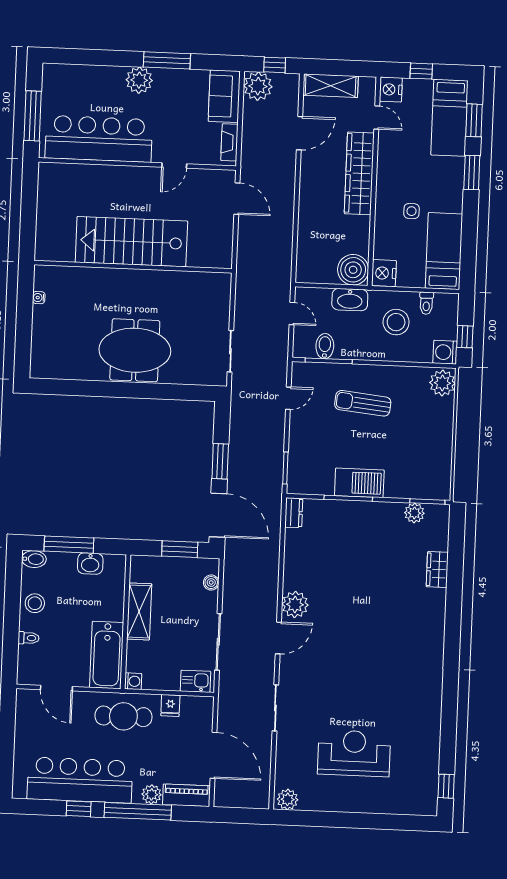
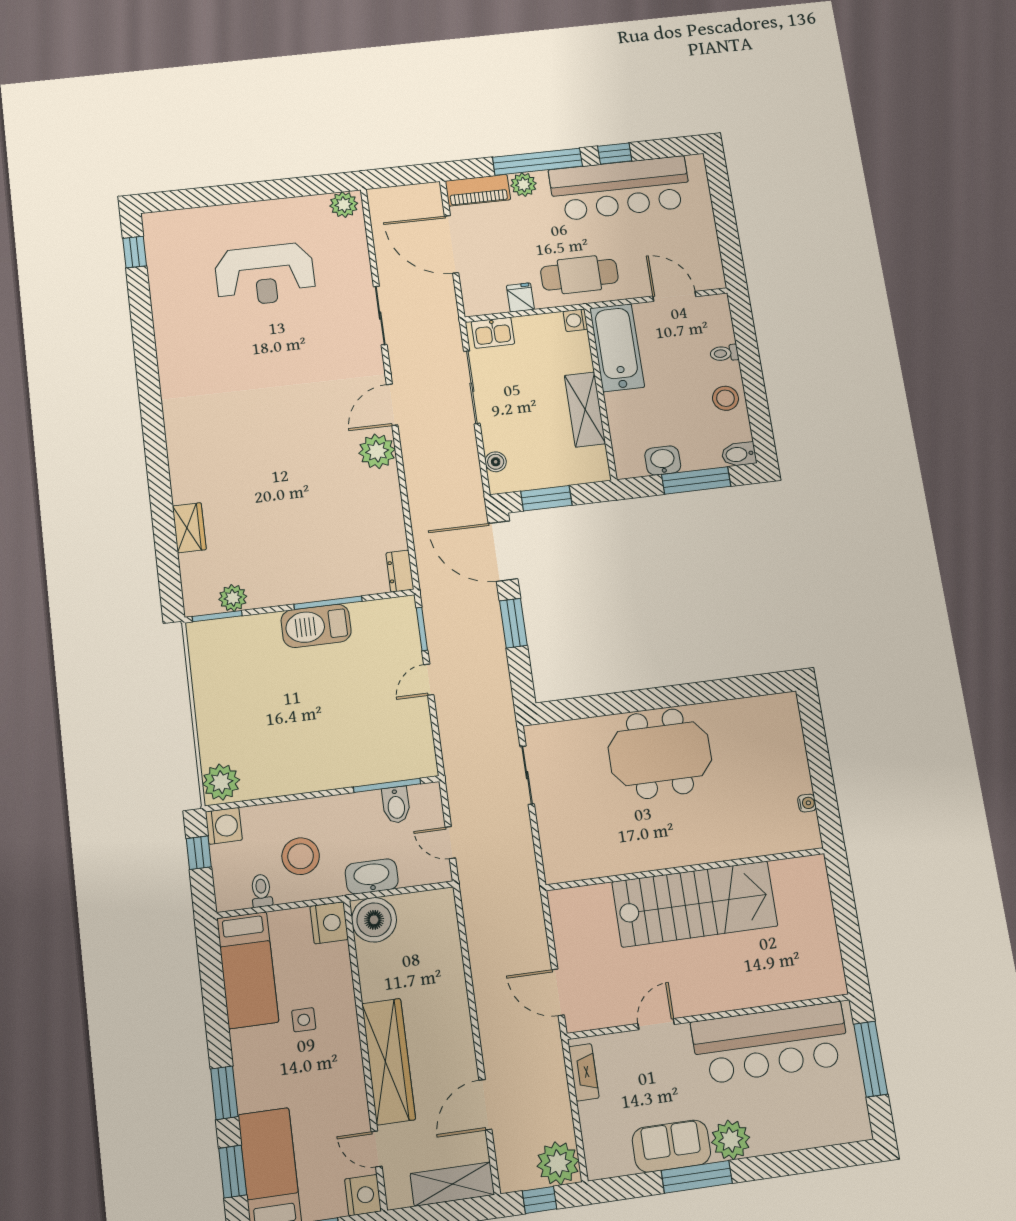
sofa: (224, 96) -> (671, 1146), moved, turned -90
door: (288, 398) -> (429, 680), moved
sun lounger: (363, 403) -> (329, 735), removed

